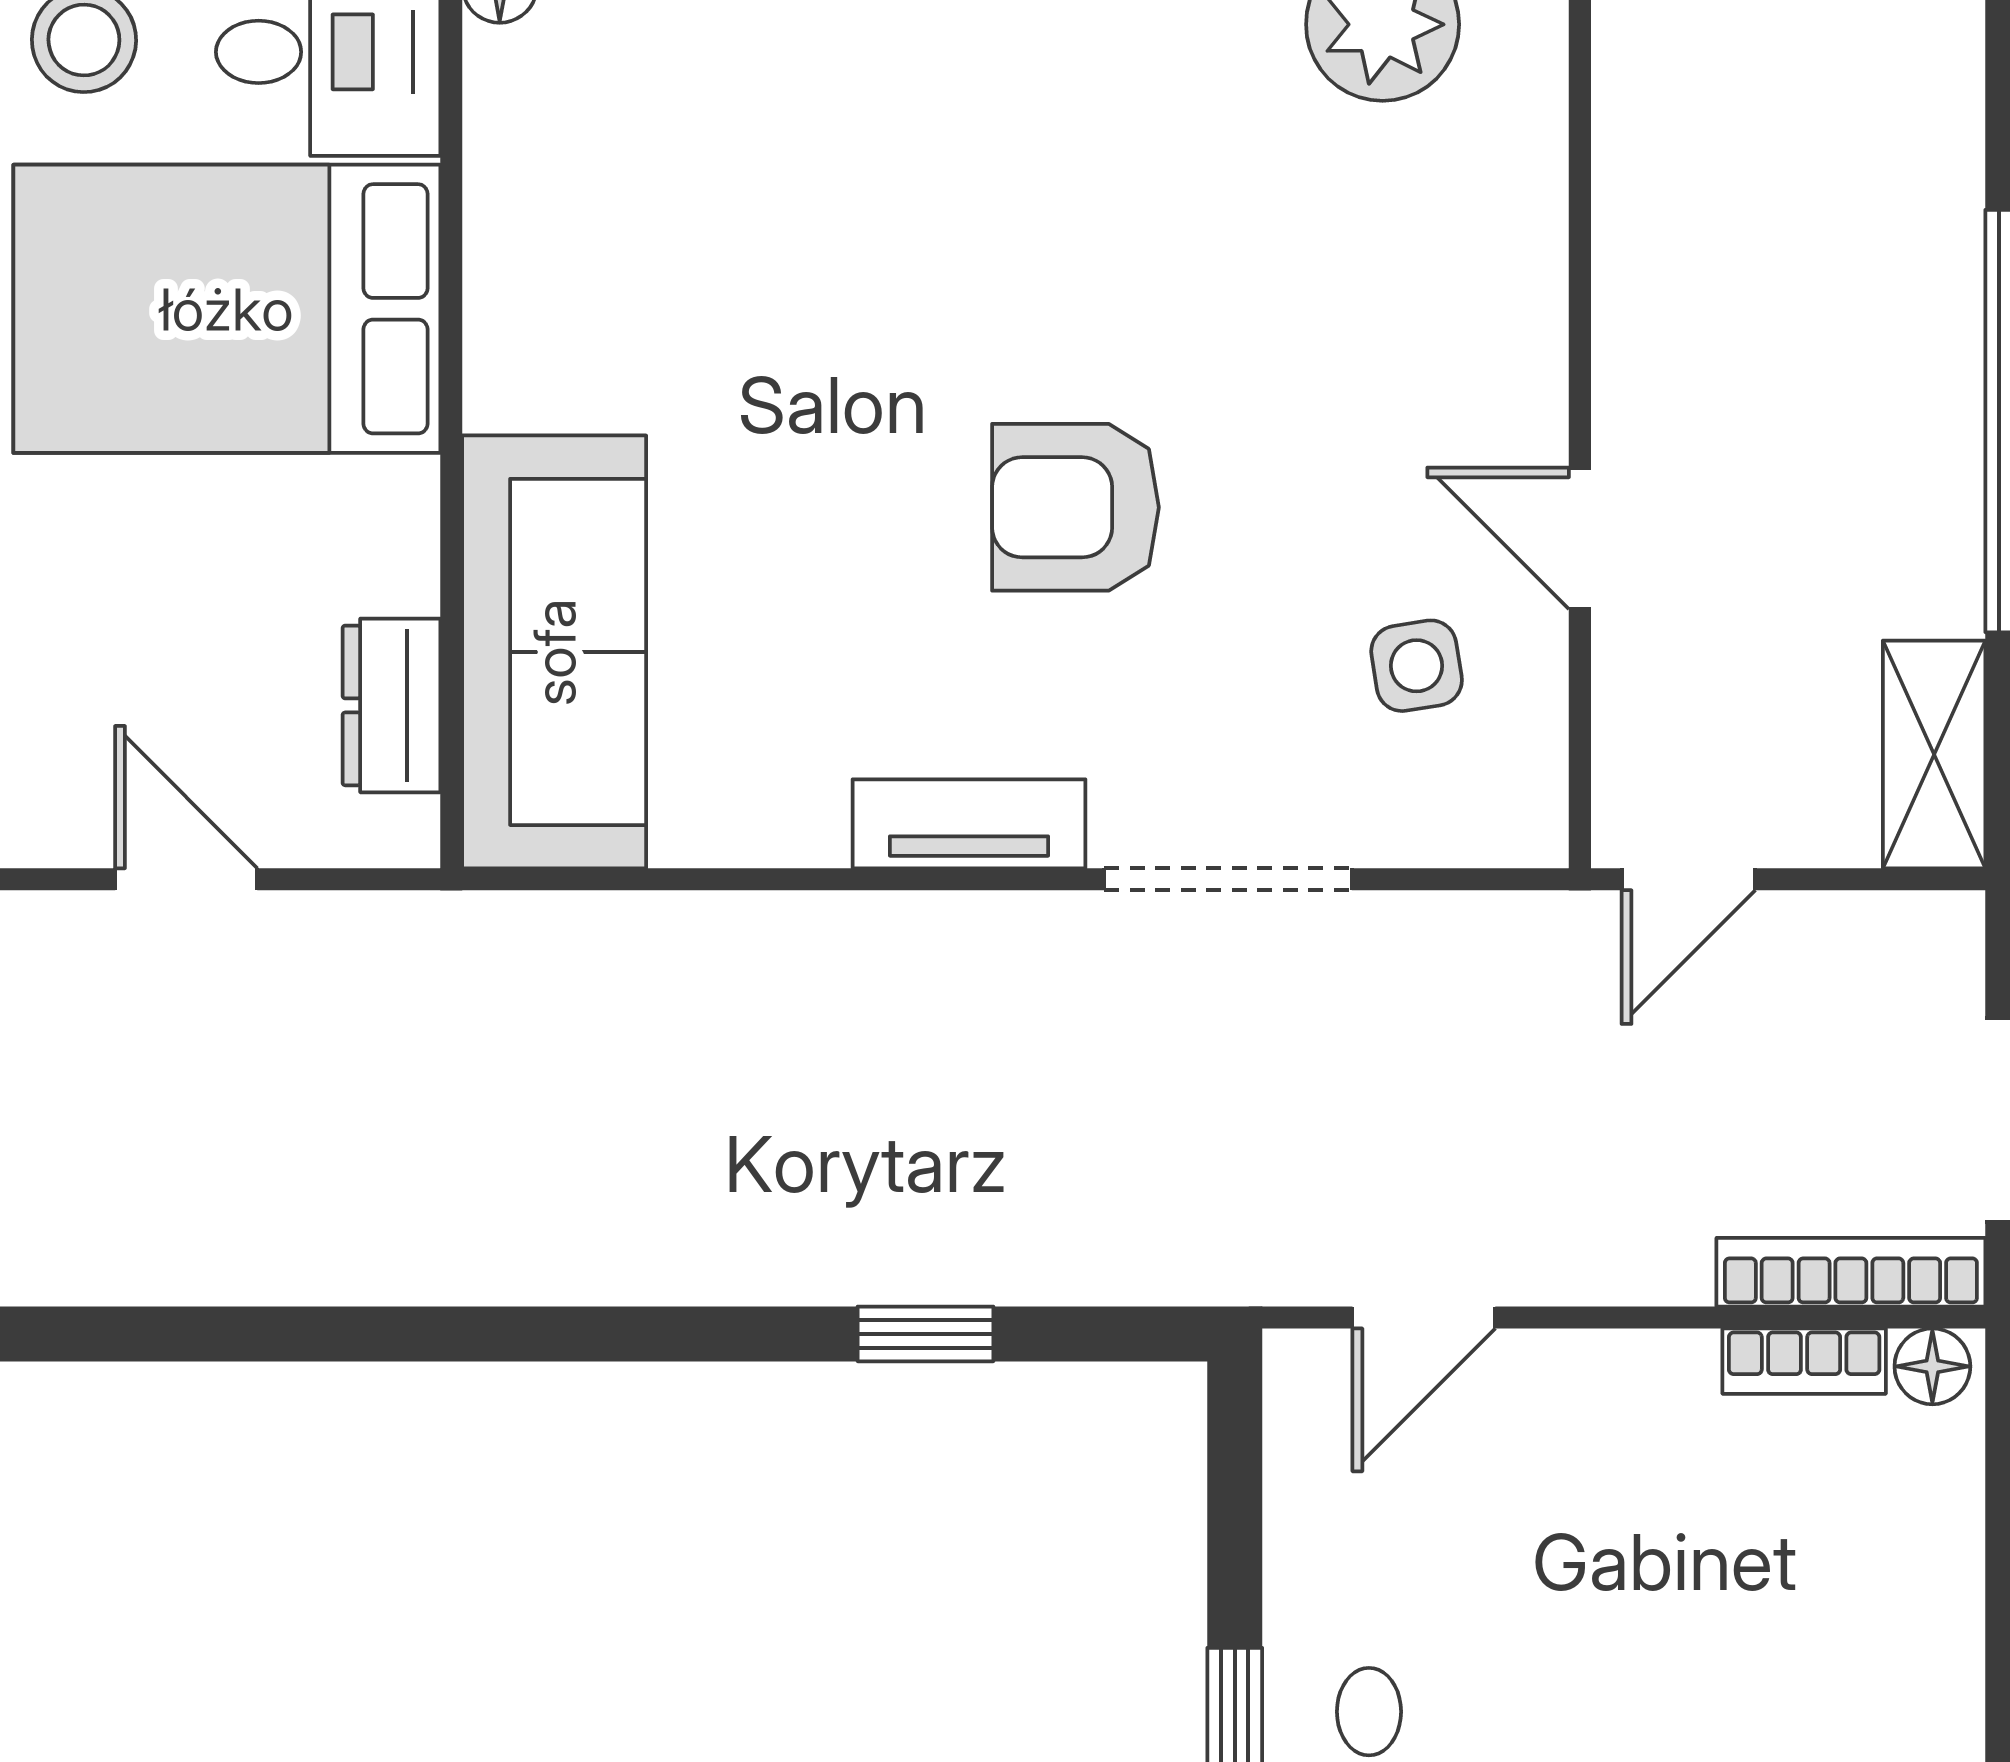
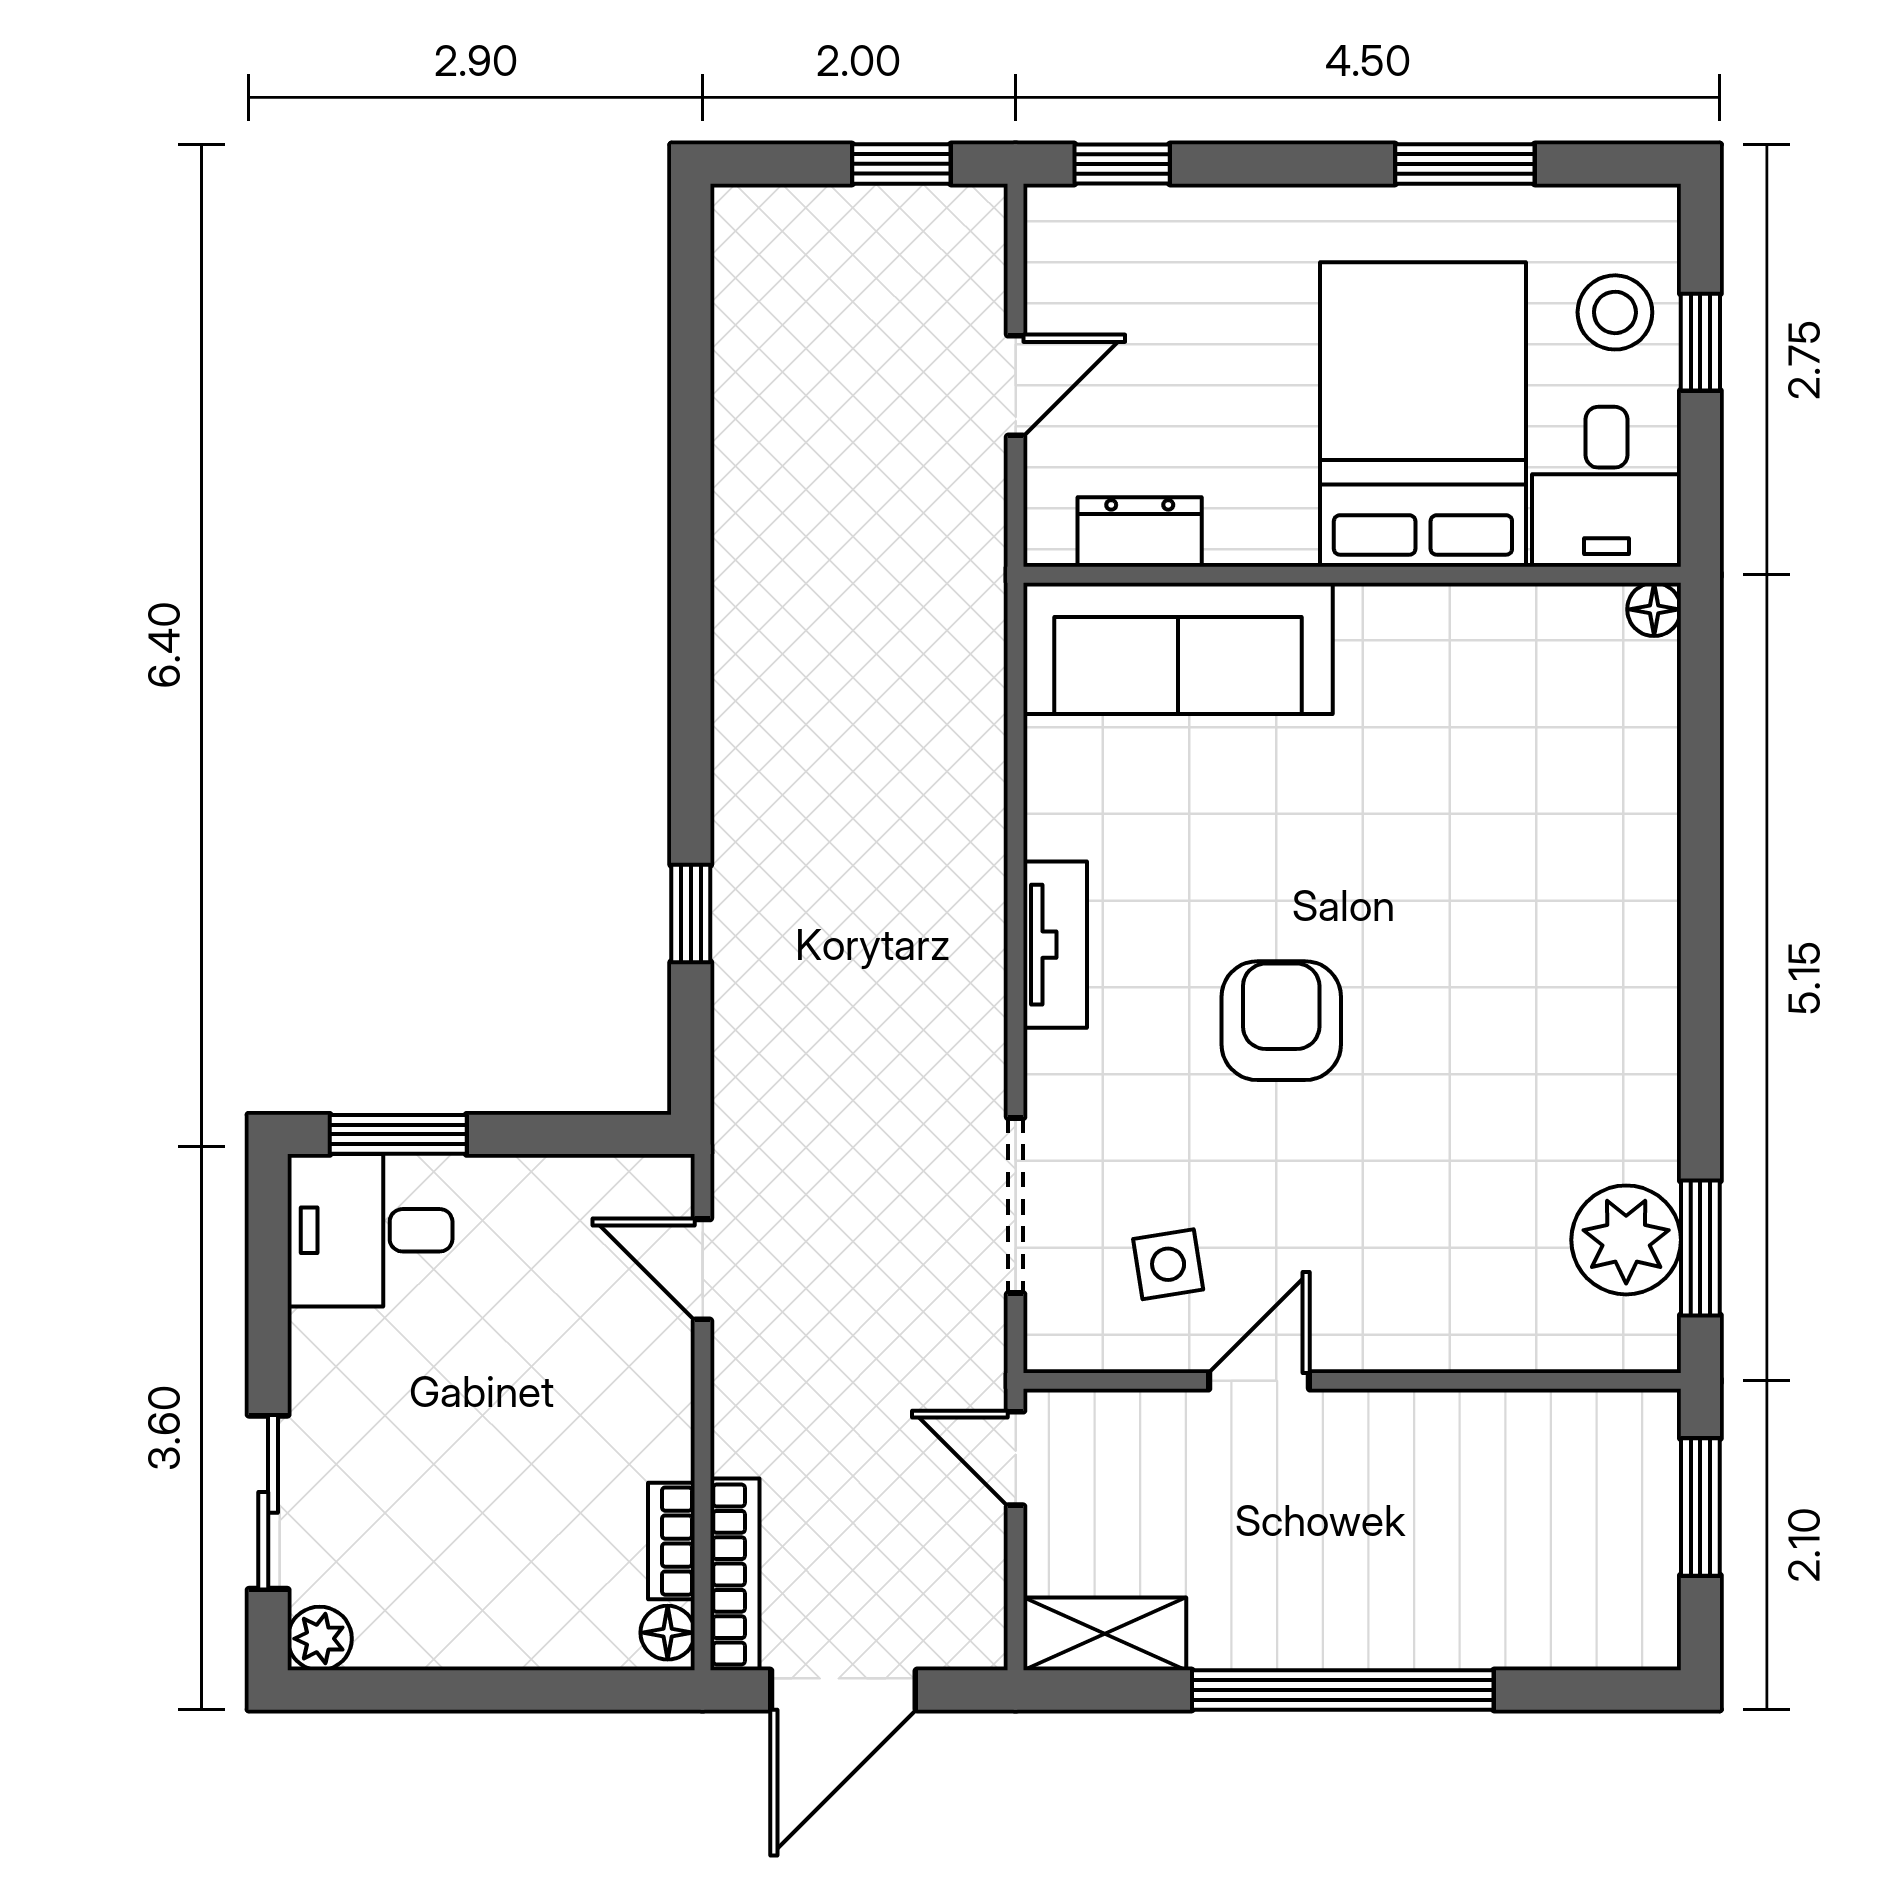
doorway: (1228, 879) -> (1016, 1206), moved

